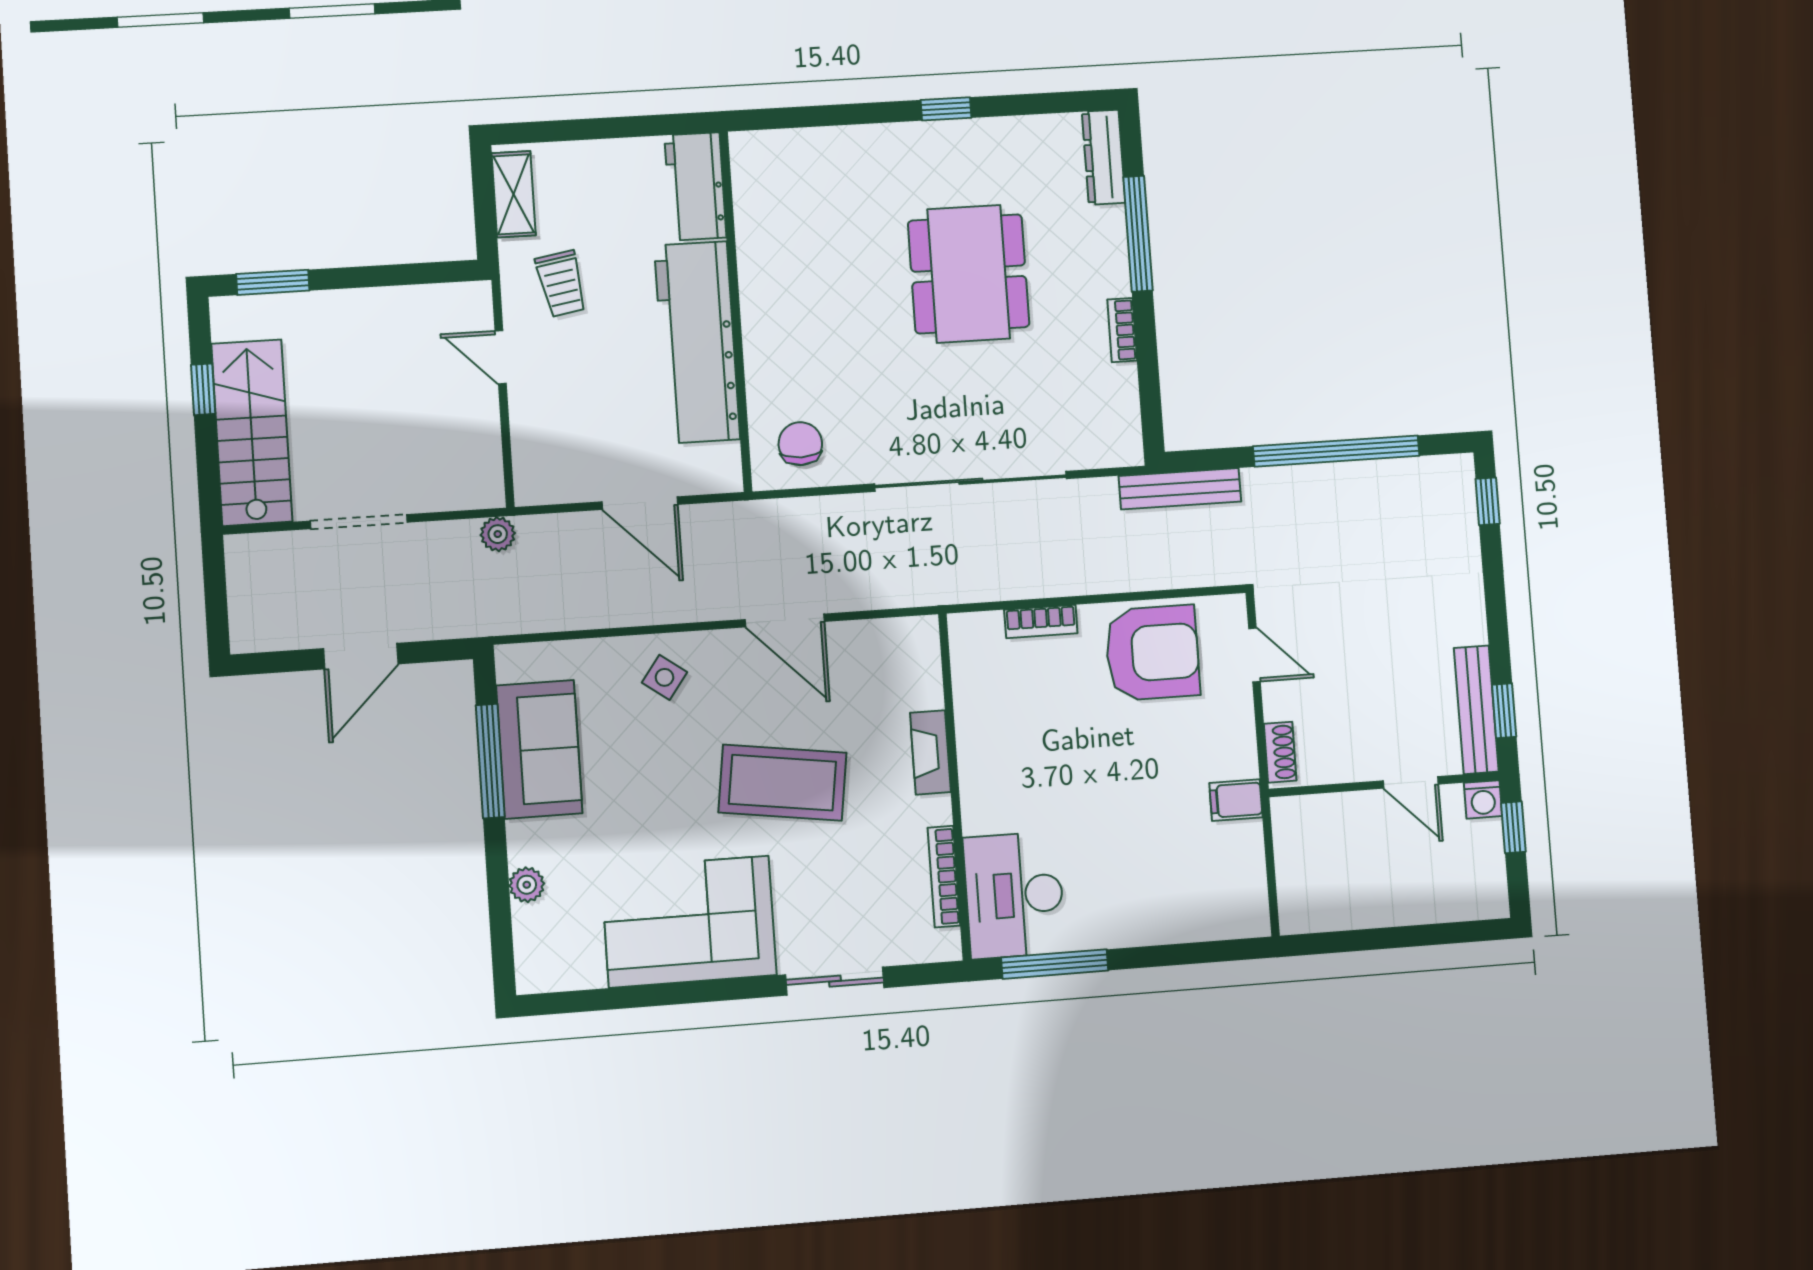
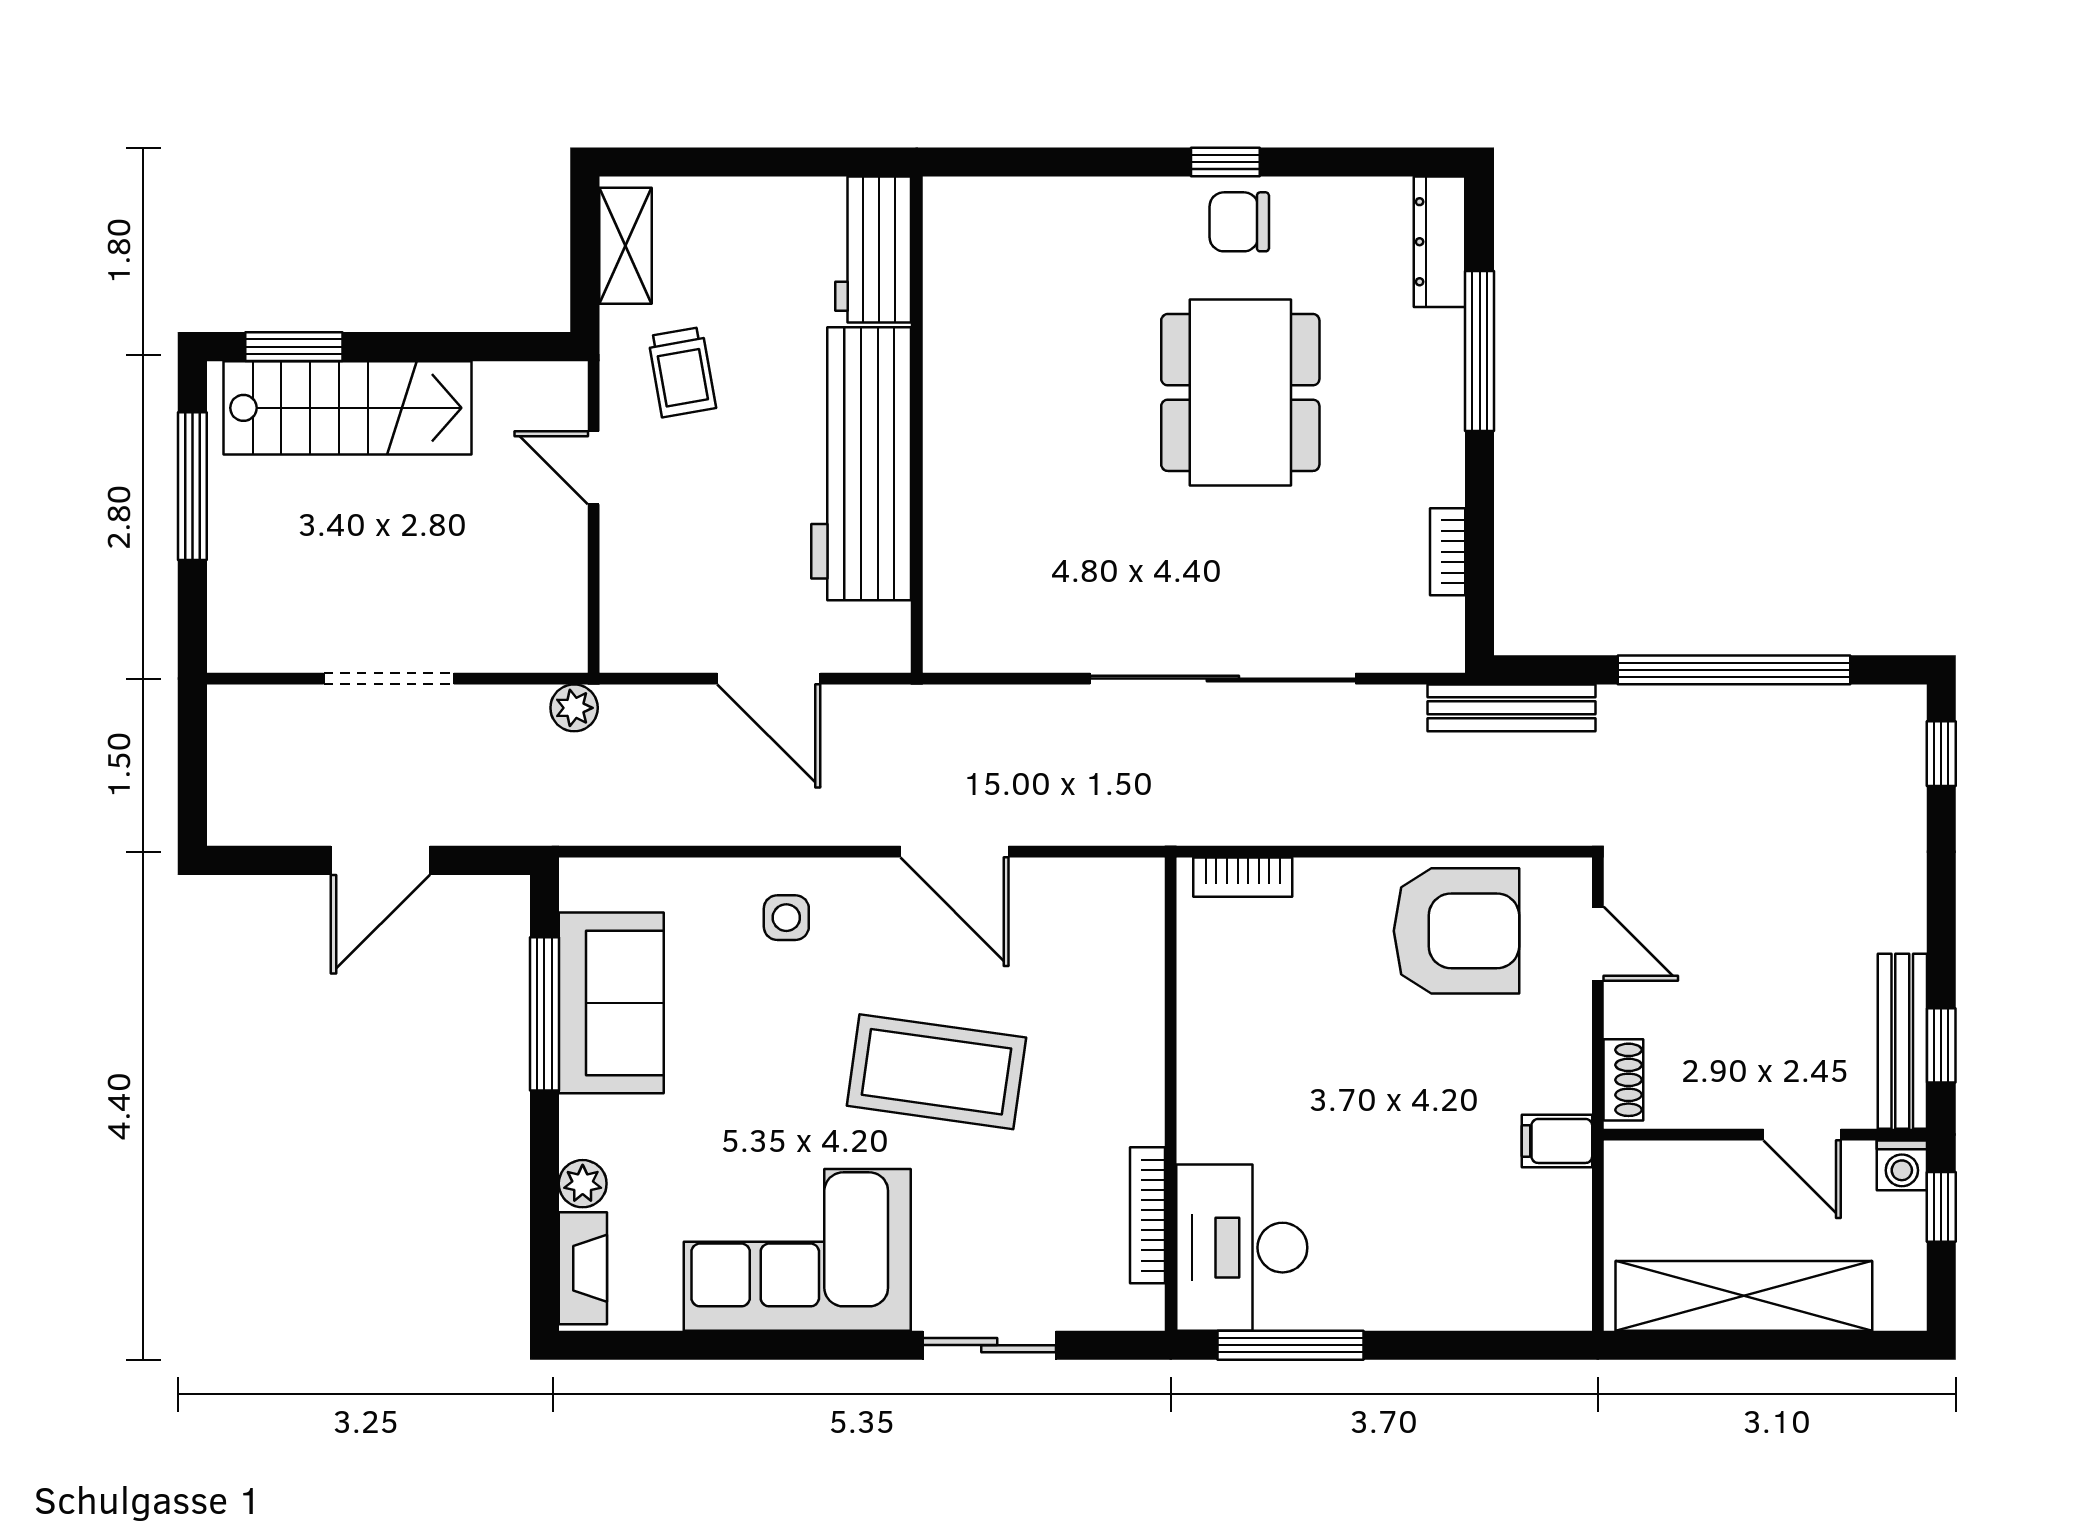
bookcase: (1122, 330) -> (1448, 552), moved
window: (203, 389) -> (192, 486), width x2.17
stairs: (252, 433) -> (348, 408), moved, turned 90
chair: (800, 444) -> (1239, 222), moved, turned -90
bookcase: (1041, 621) -> (1243, 877), moved
side table: (664, 677) -> (786, 918), turned -36
fireplace: (930, 752) -> (583, 1268), moved, turned 180
shelving: (1378, 903) -> (1744, 1296), added

